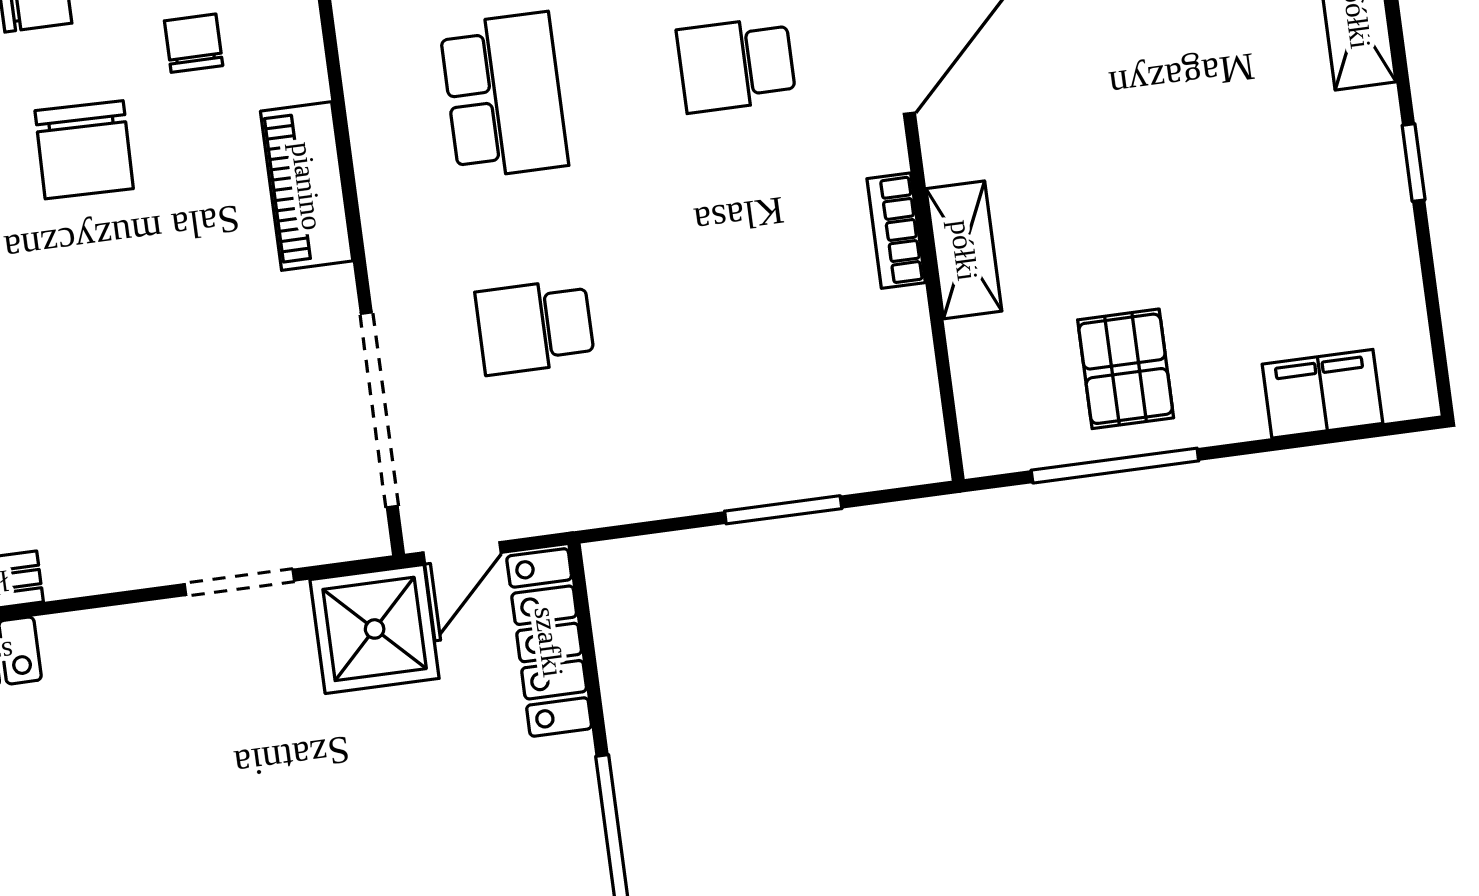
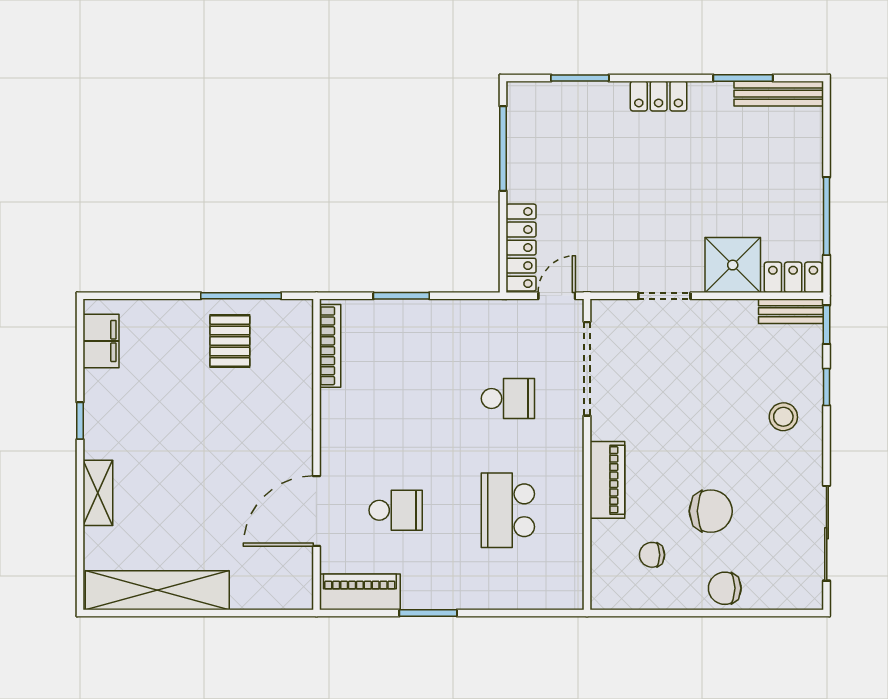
chair: (194, 43) -> (652, 555), turned 90
chair: (84, 150) -> (711, 511), turned 89
bookcase: (896, 231) -> (330, 346), moved, width x1.56
shelving: (964, 250) -> (299, 408), removed
filing cabinet: (1322, 394) -> (101, 341), moved, turned -90
shower: (375, 629) -> (733, 265), moved

